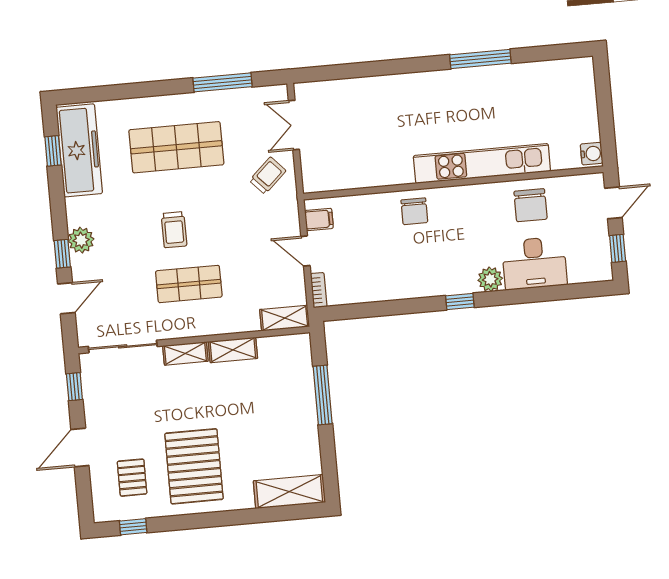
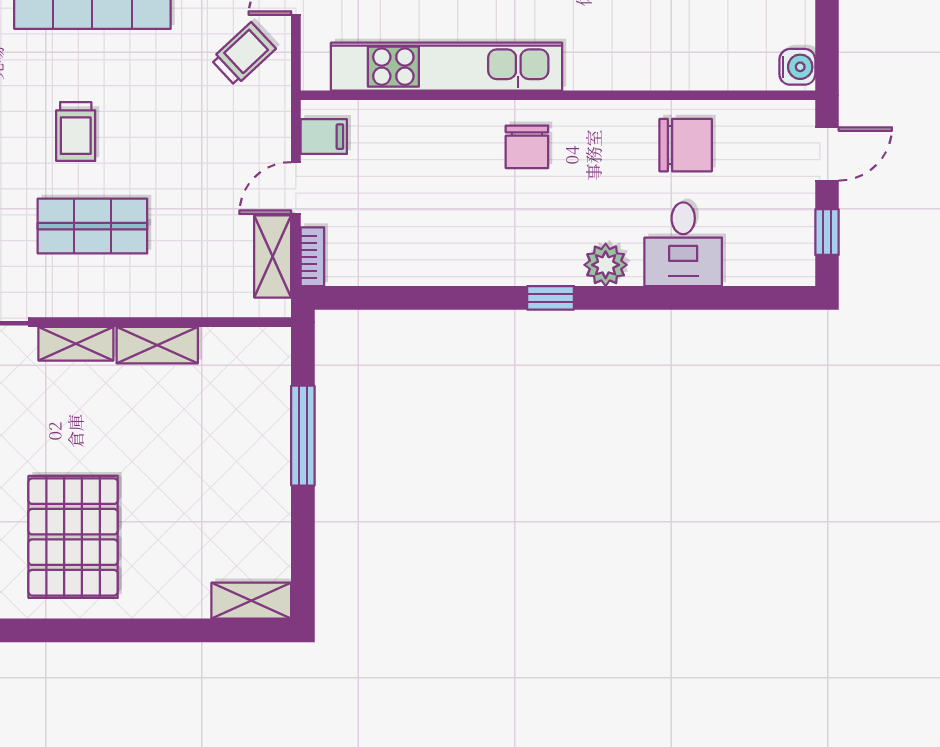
kitchen unit: (482, 163) -> (447, 67), moved
chair: (531, 205) -> (686, 145), turned -90
chair: (414, 211) -> (527, 147), moved
door: (305, 251) -> (296, 188), hinge flipped
desk: (534, 263) -> (683, 244), width x0.73
shelving: (285, 318) -> (273, 257), moved, turned 90
shelving: (289, 492) -> (251, 601), width x0.67, depth x0.75

